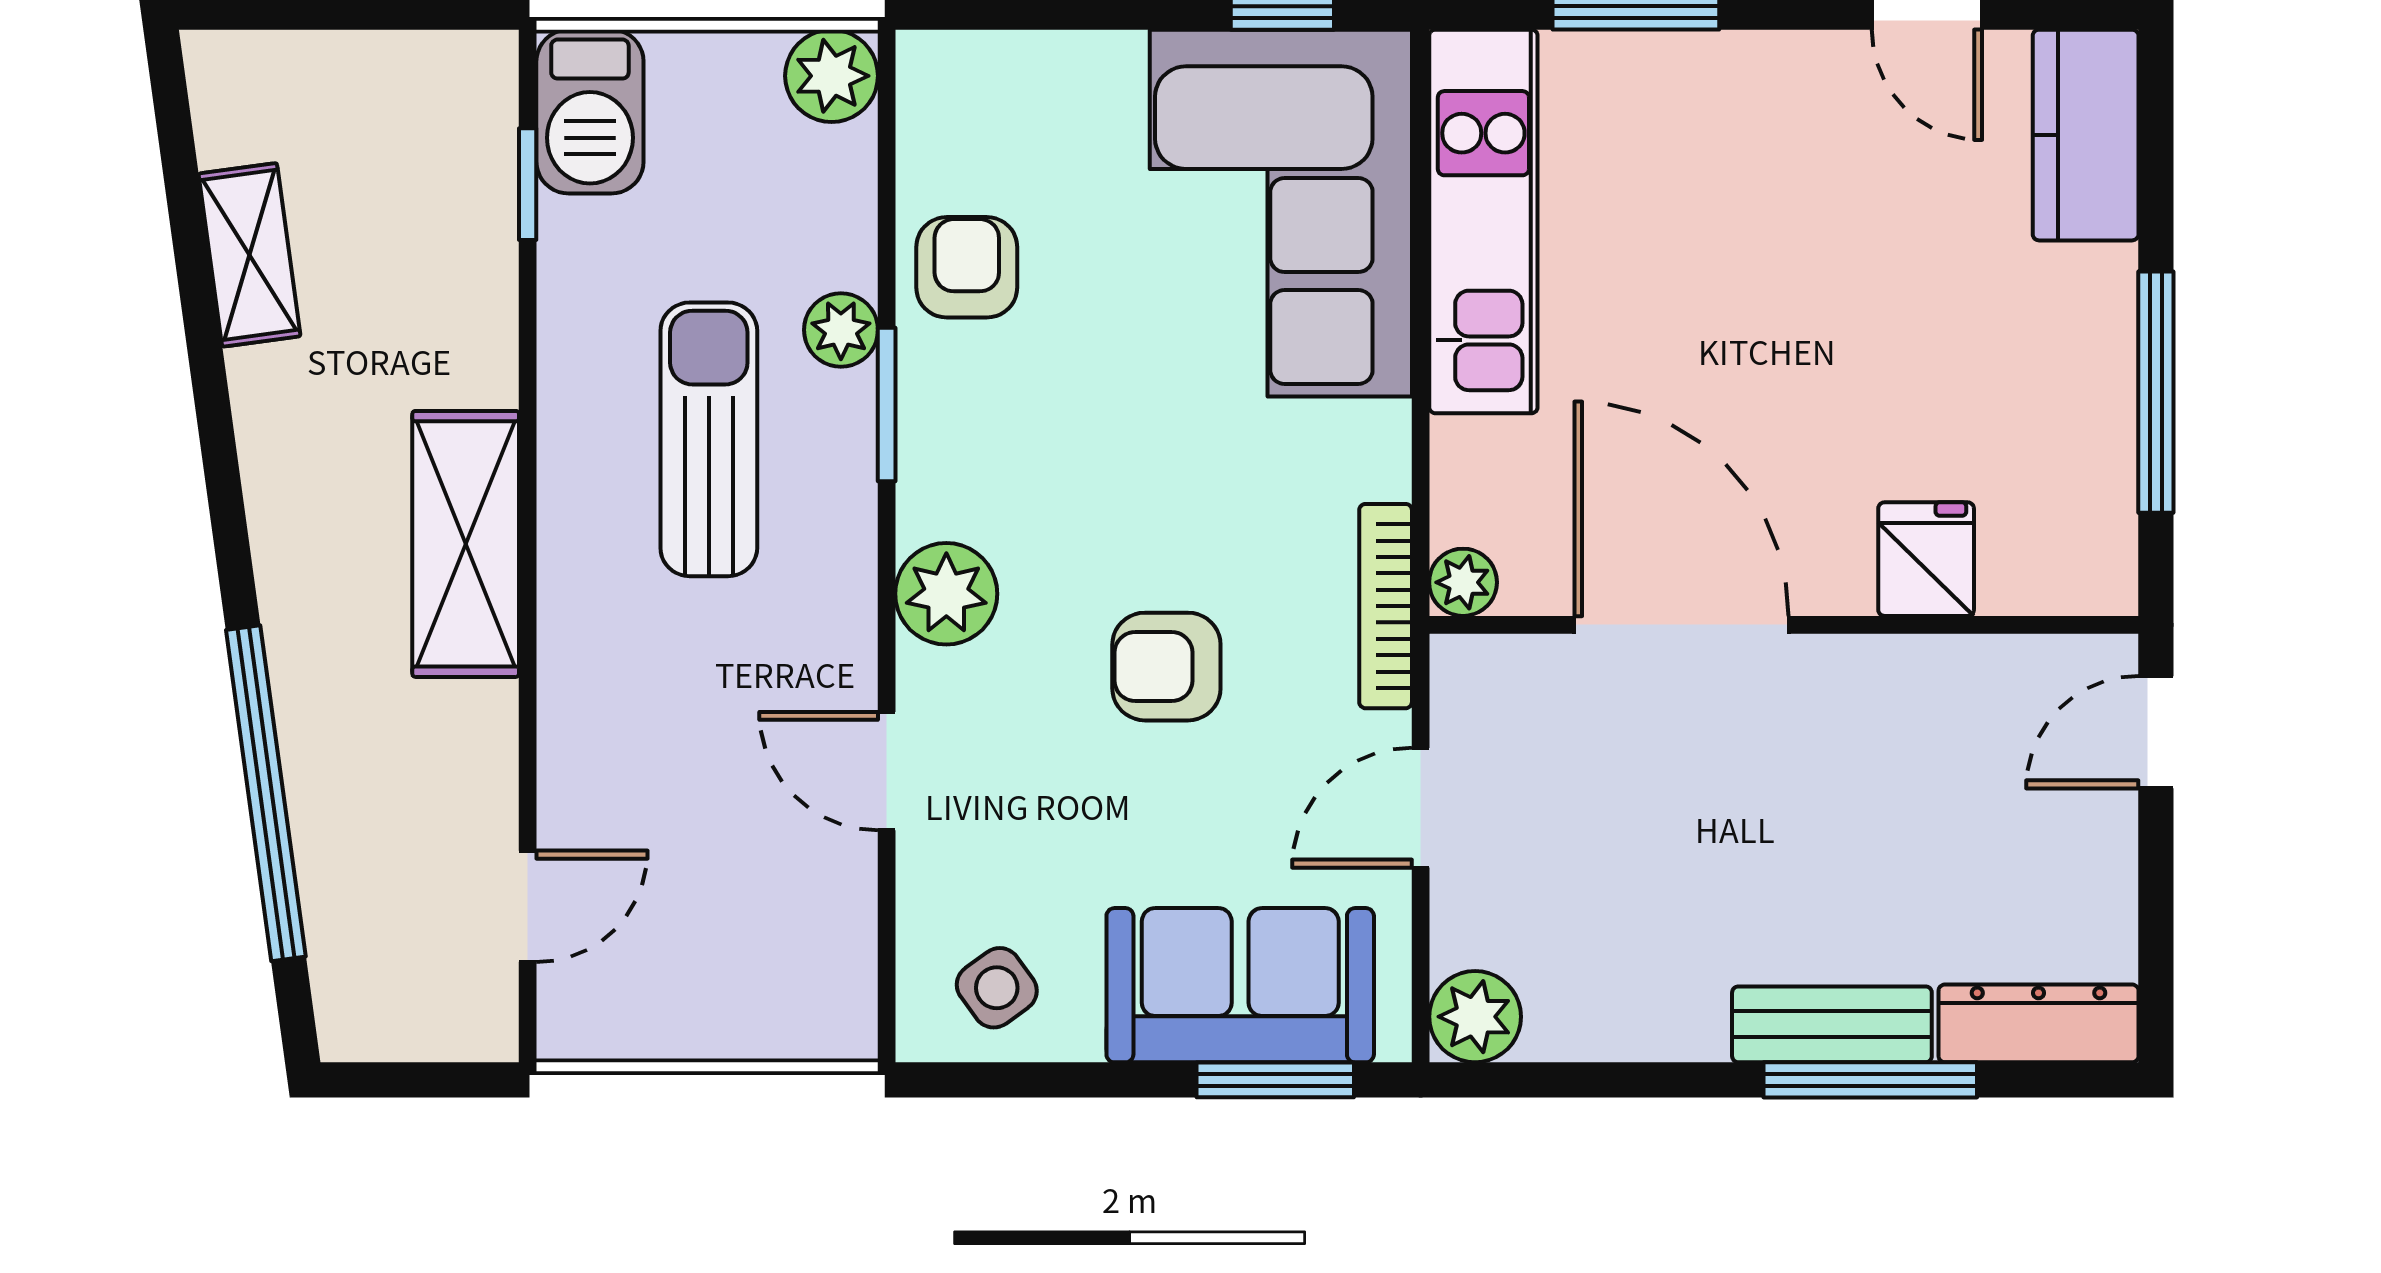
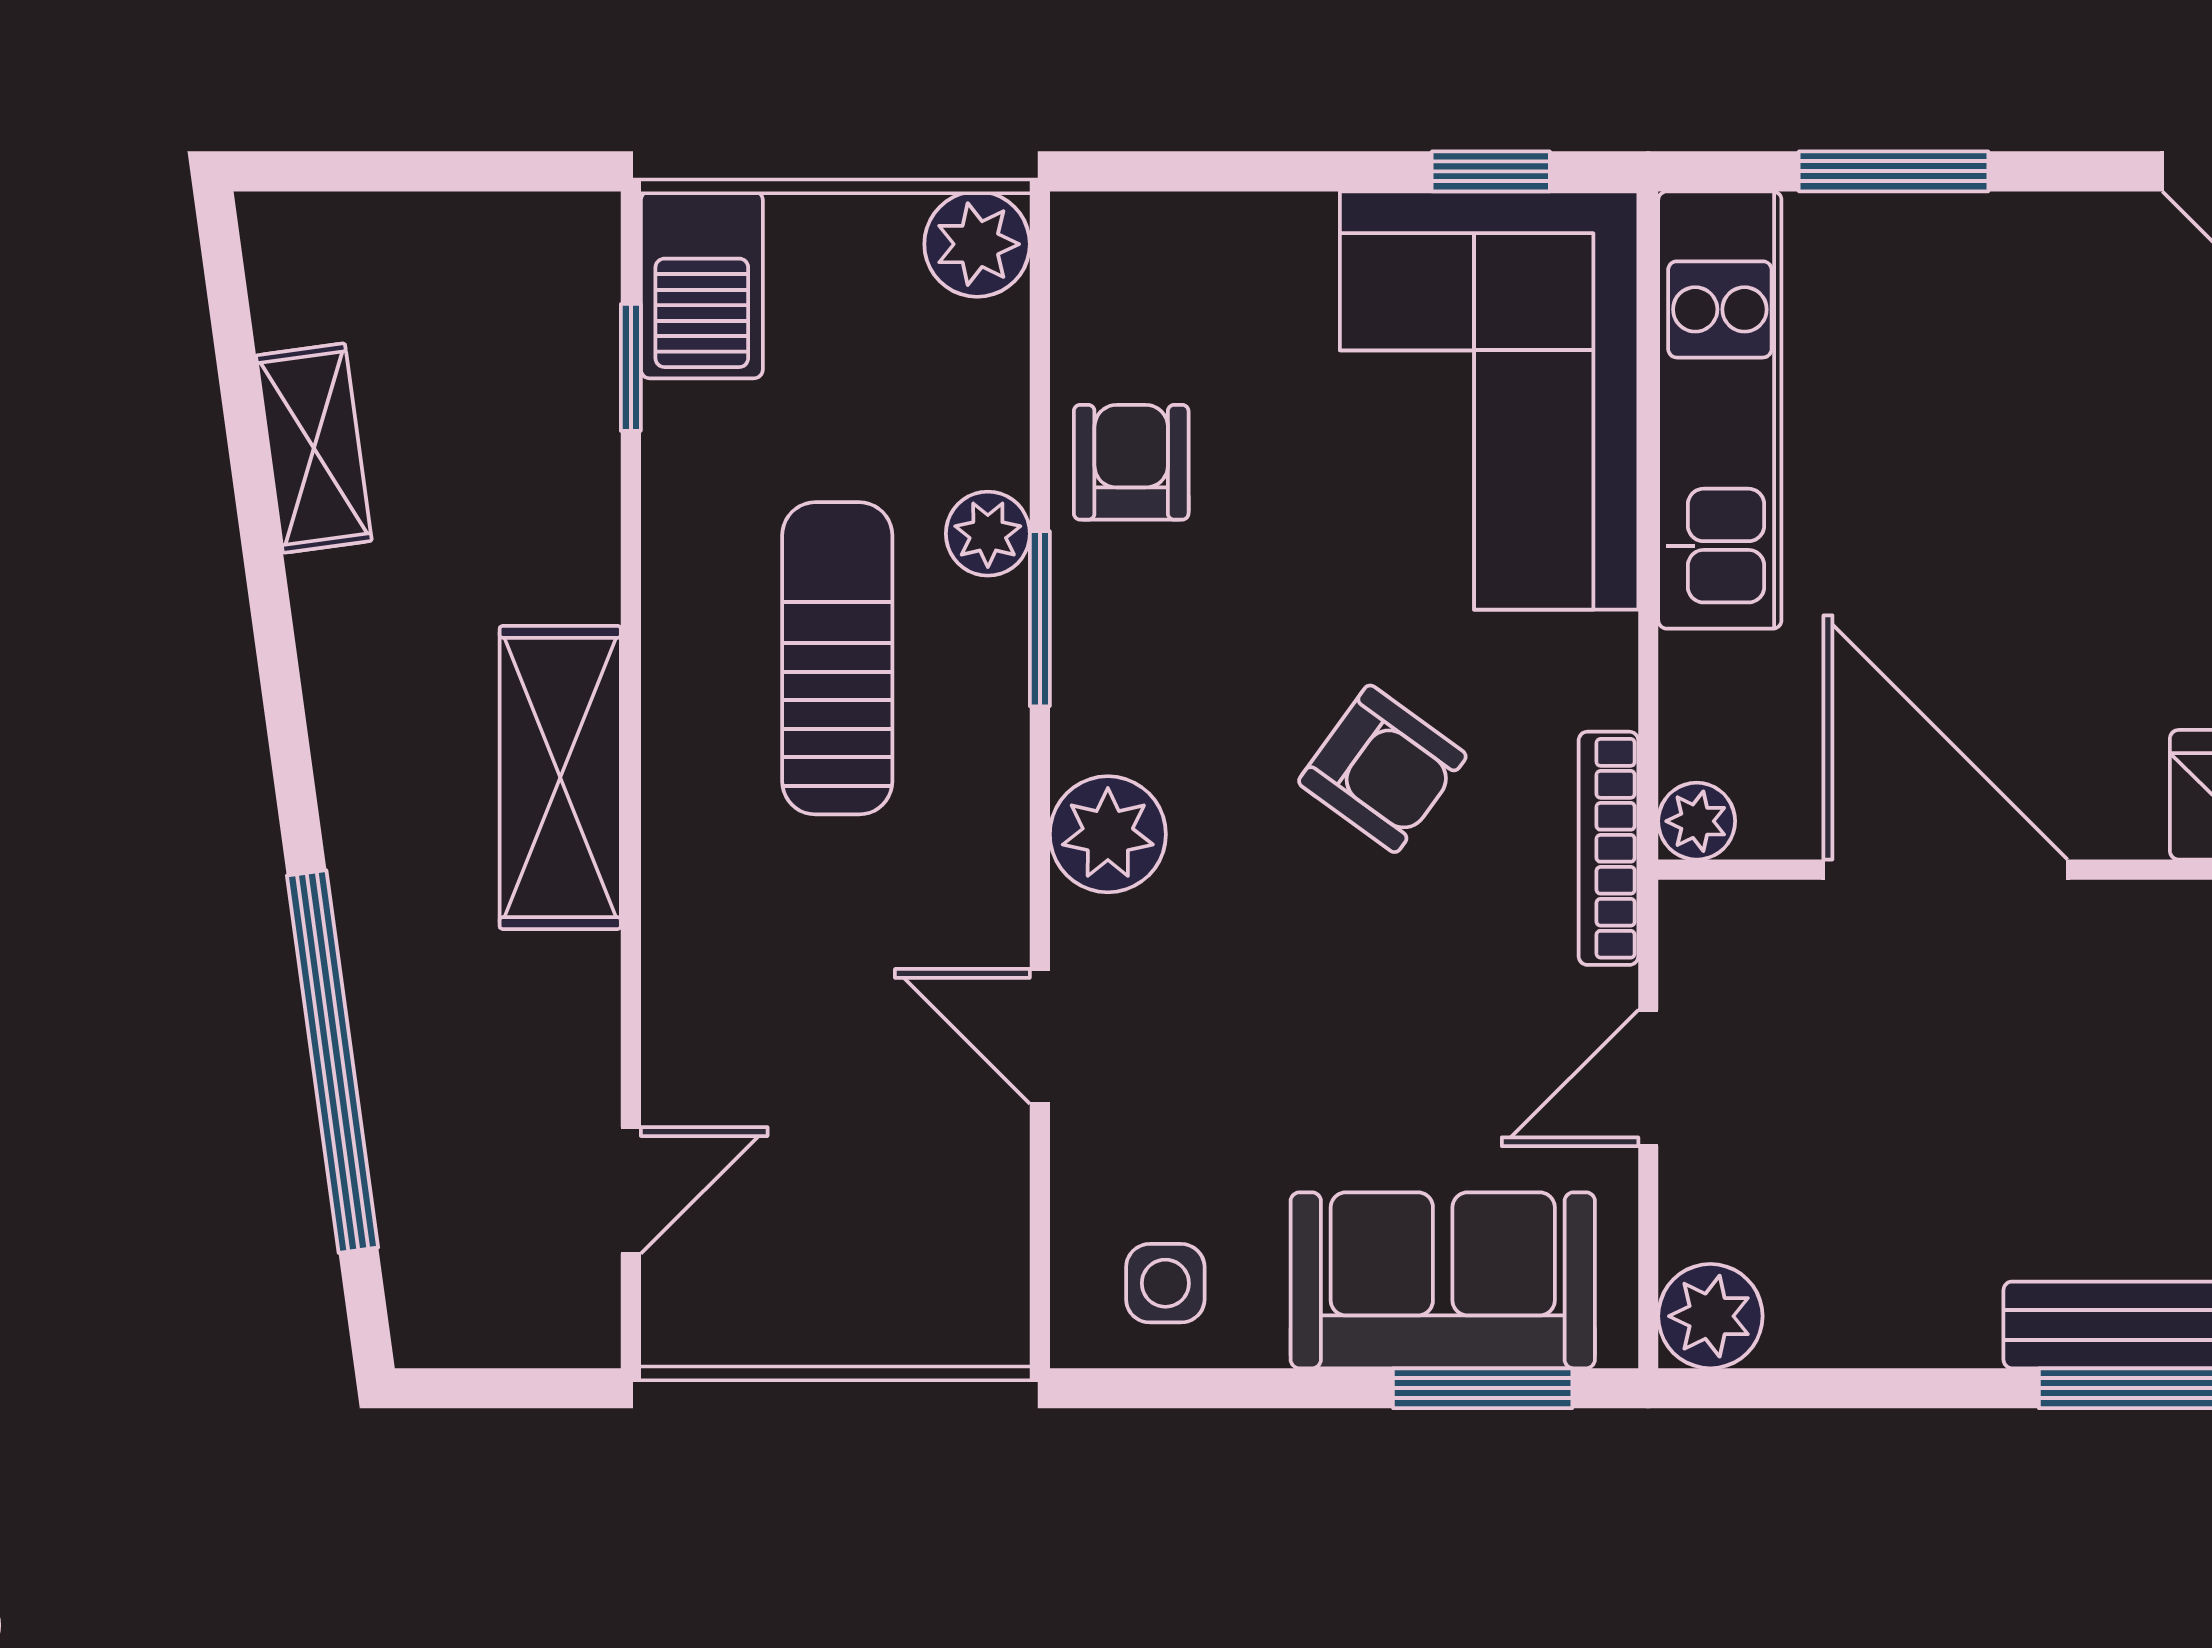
armchair: (1166, 667) -> (1382, 769), moved, turned -144
side table: (997, 988) -> (1165, 1283), turned 36

